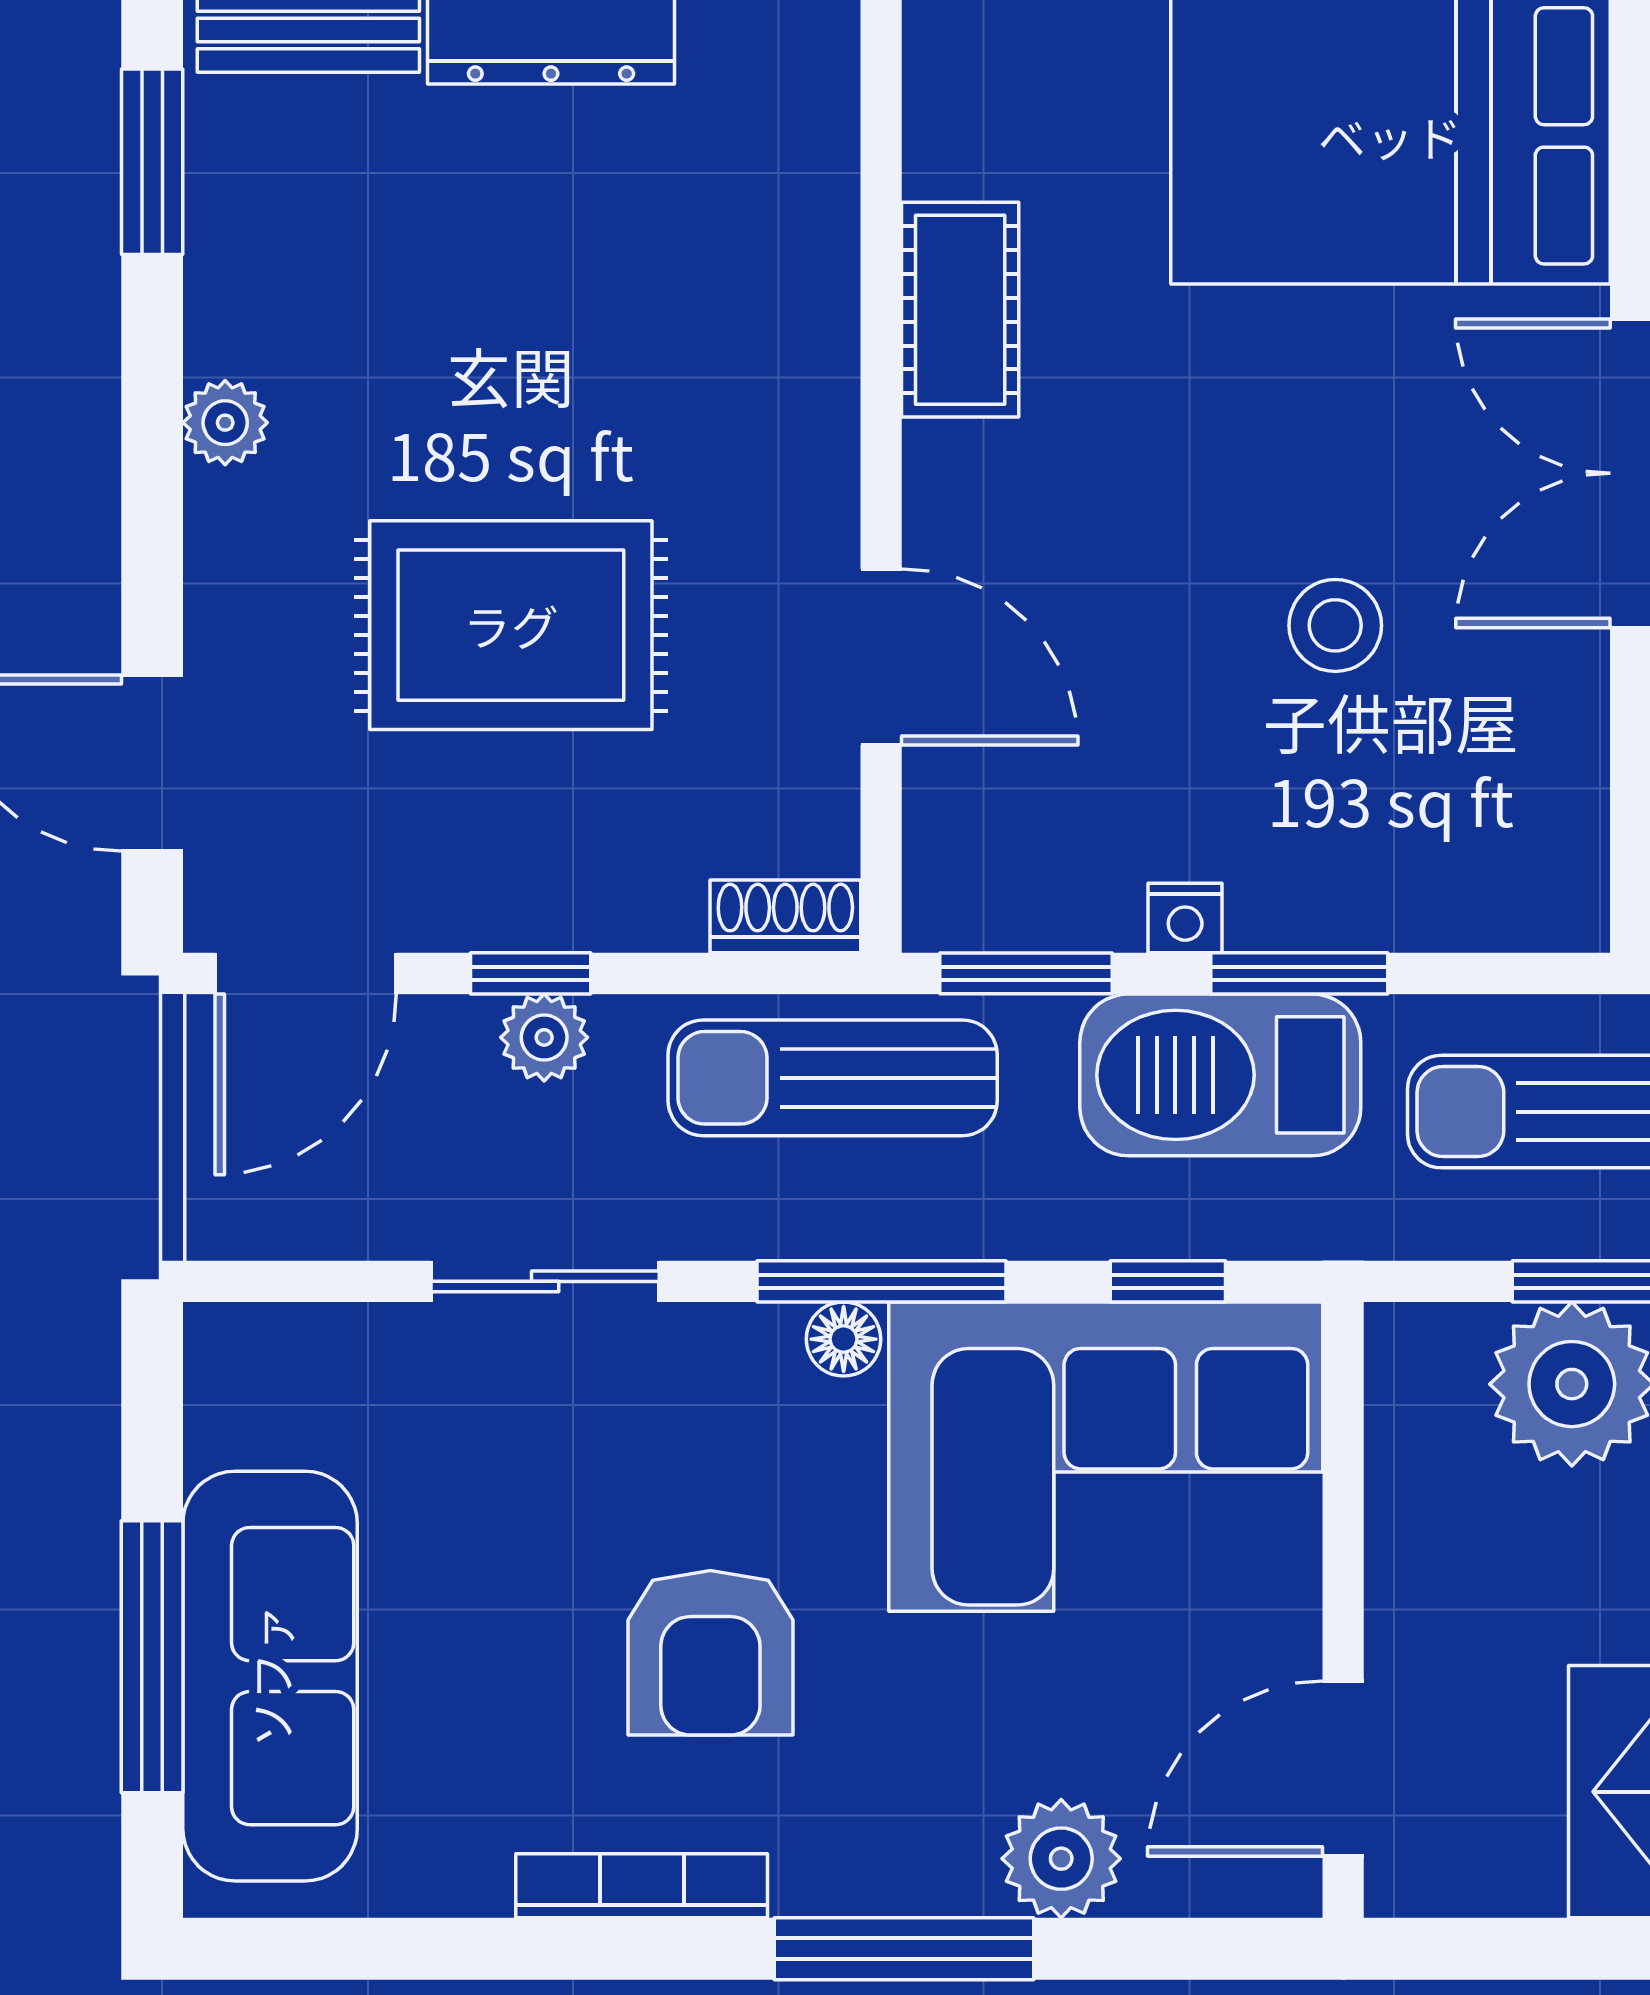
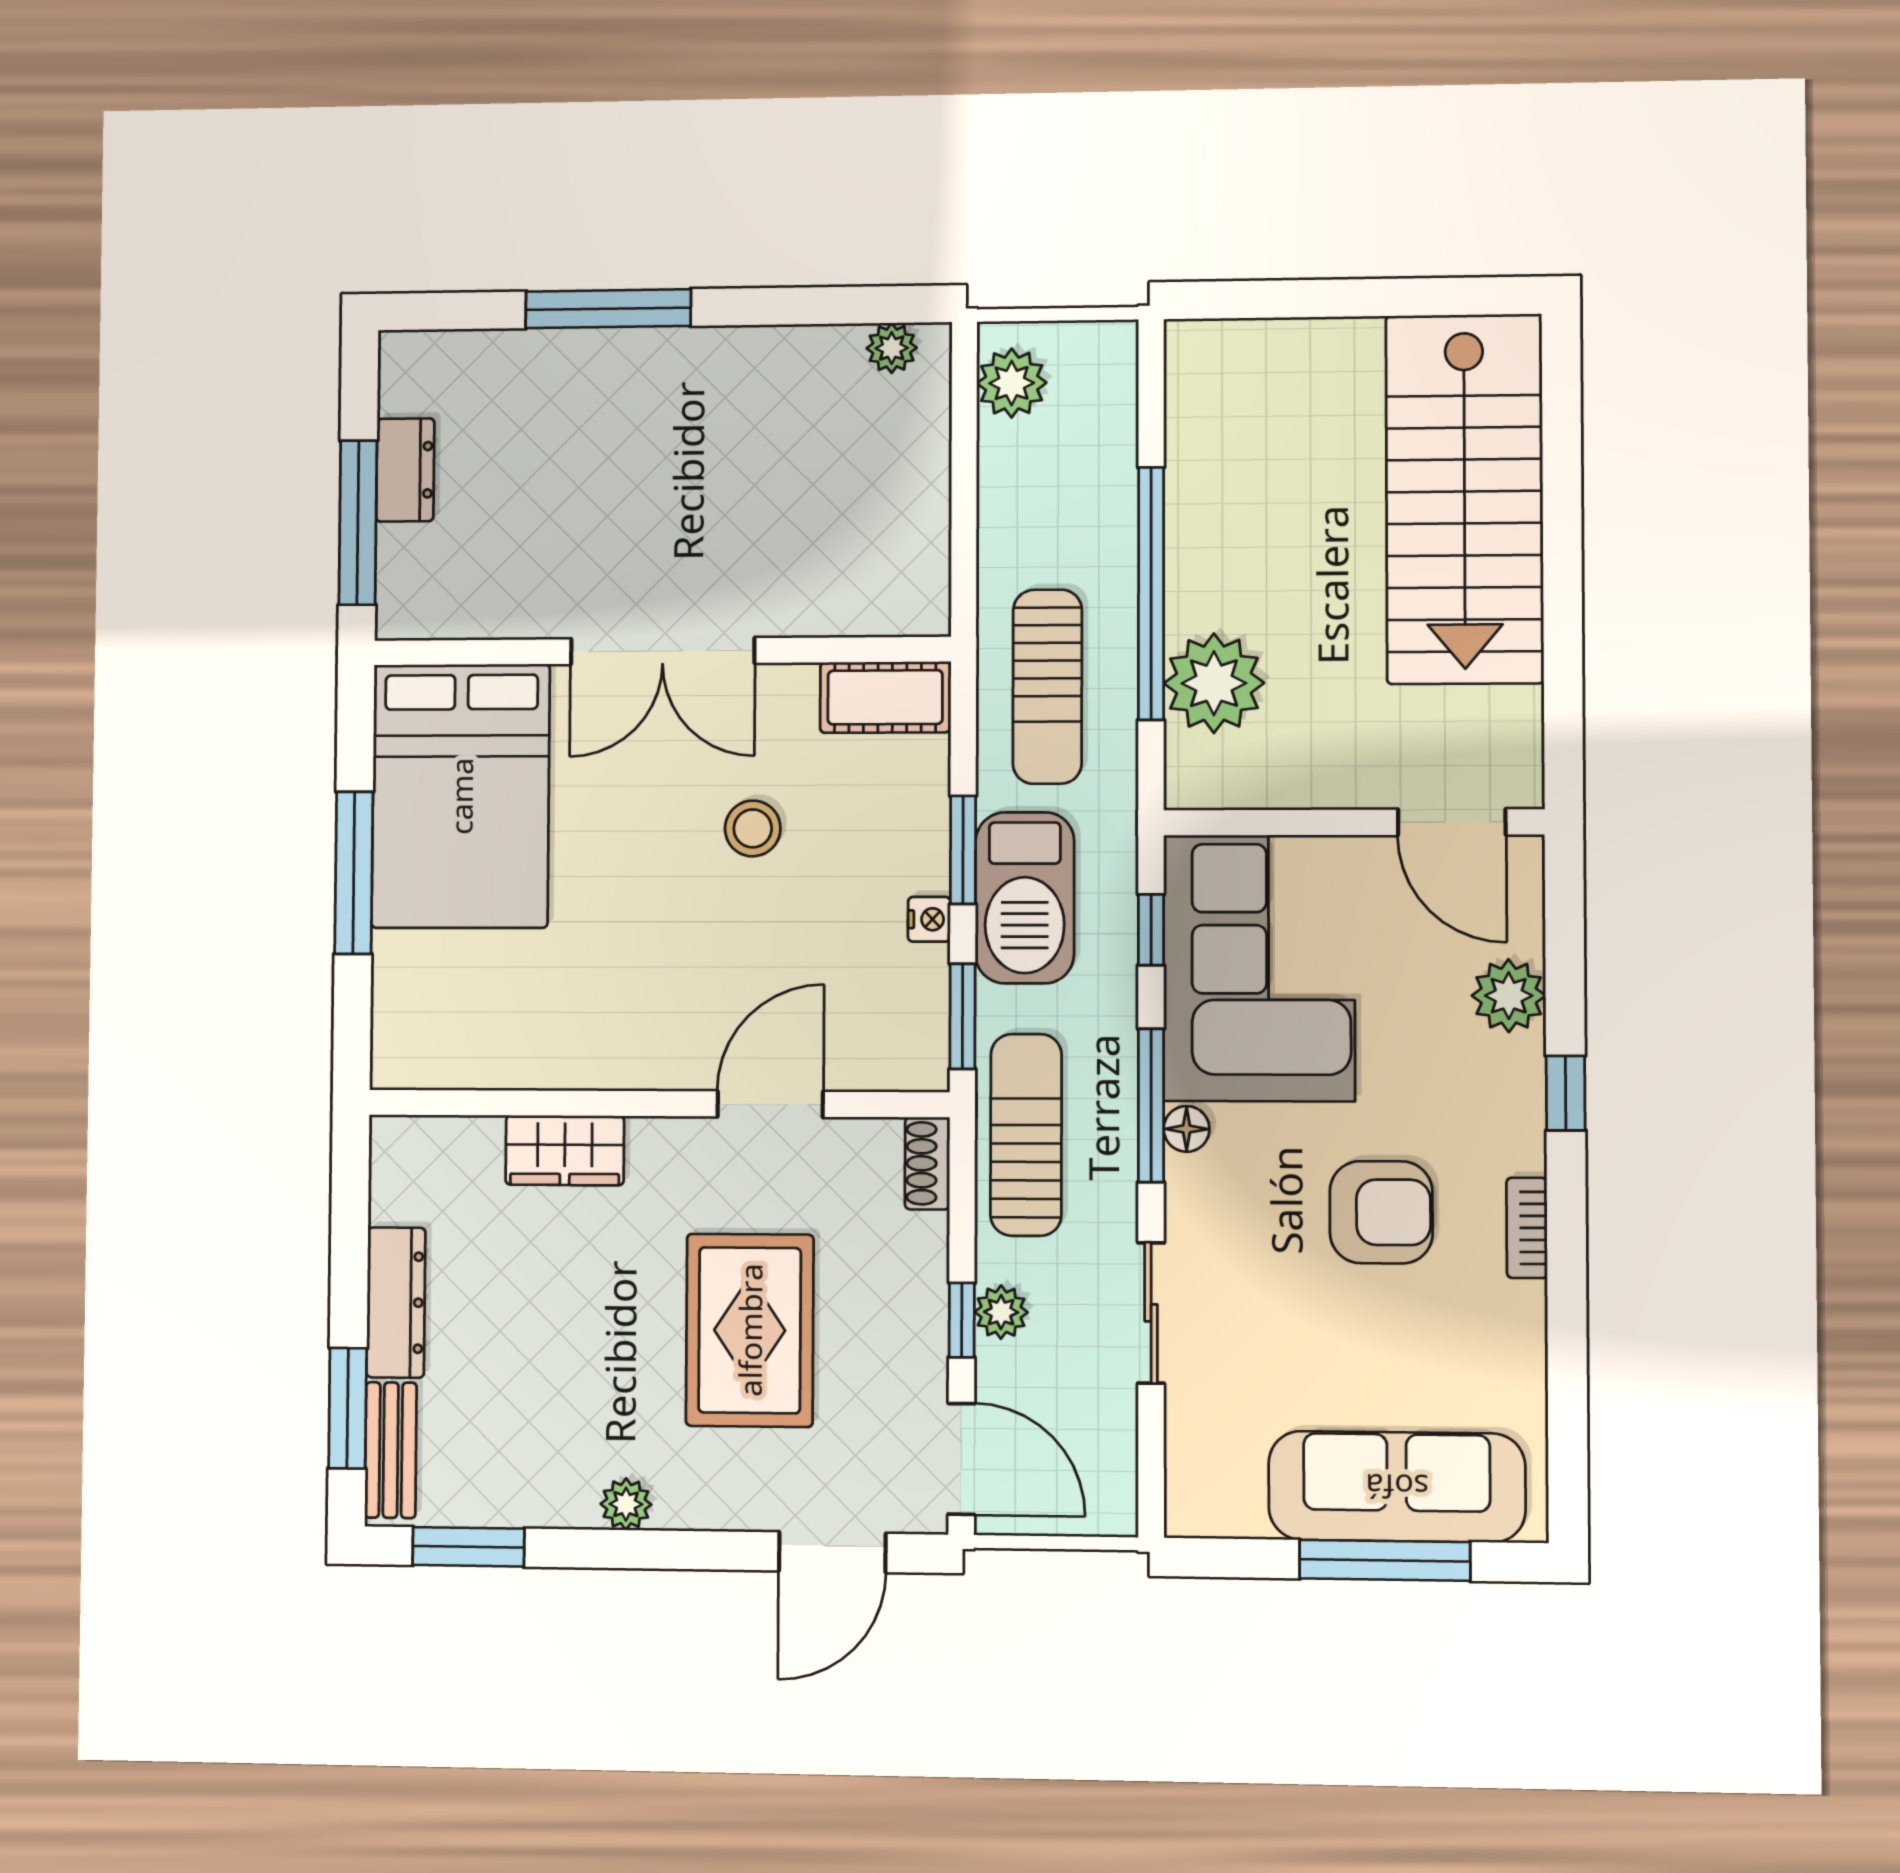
cot: (960, 310) -> (885, 697), moved
wardrobe: (803, 316) -> (565, 1150), added
sun lounger: (833, 1078) -> (1026, 1135), turned 180
bookcase: (642, 1886) -> (1527, 1228), width x0.64
window: (904, 1949) -> (1566, 1093), width x0.46

